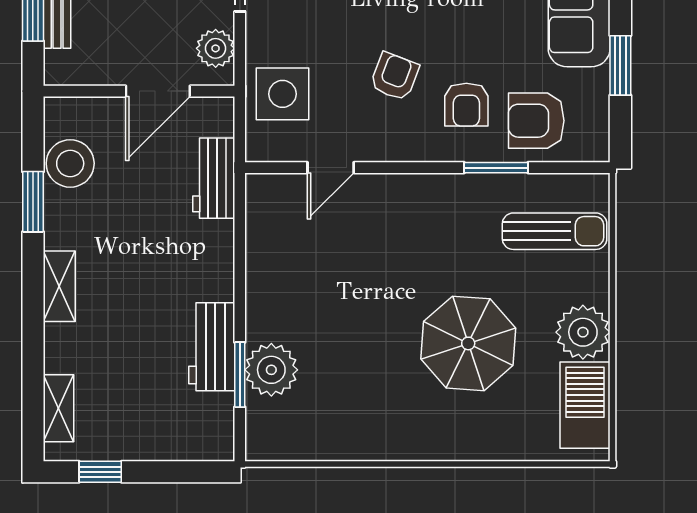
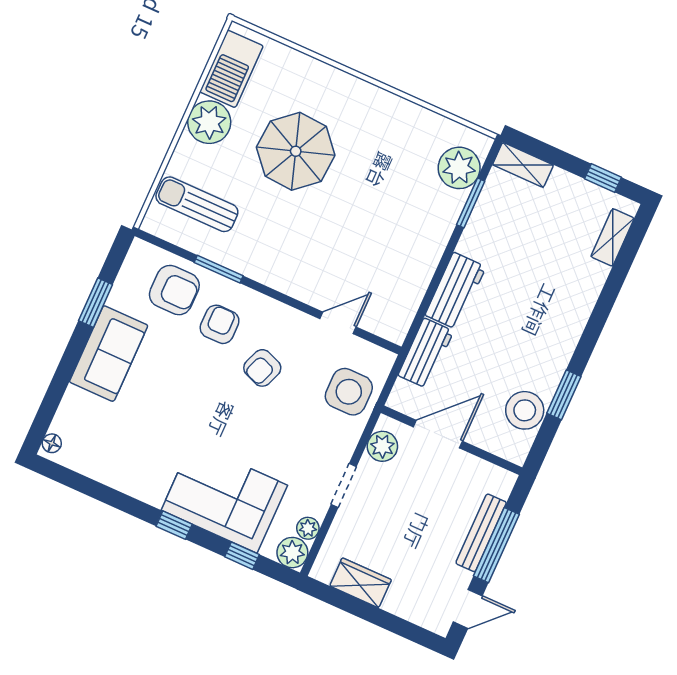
shelving: (59, 286) -> (523, 165), moved, turned 90
workbench: (212, 347) -> (455, 291), moved
plant: (271, 370) -> (459, 168), moved

